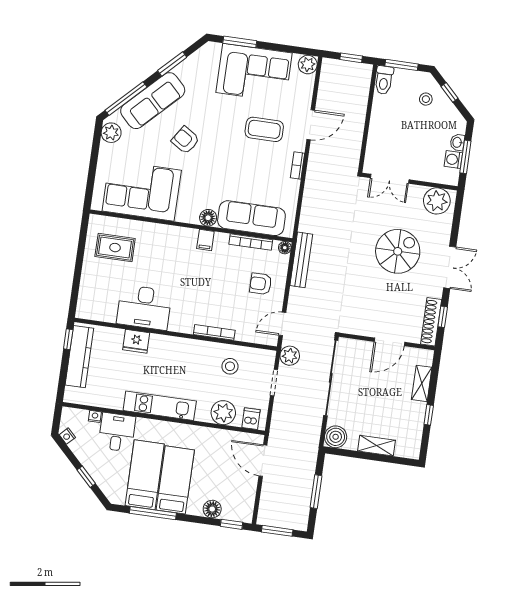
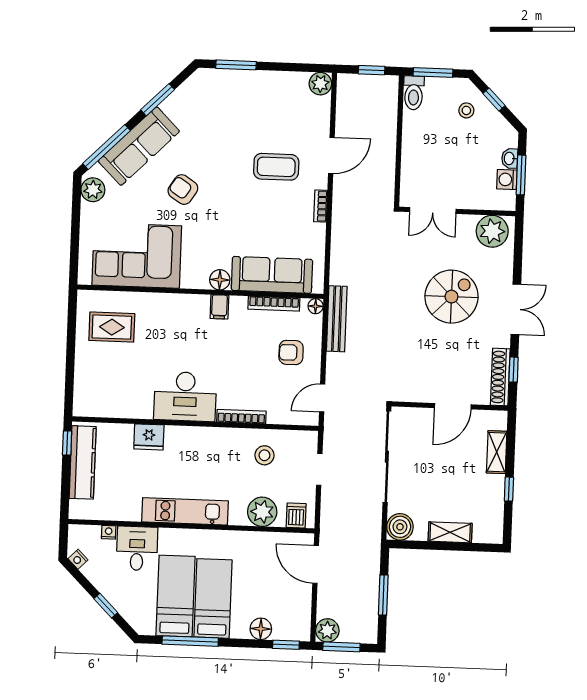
corner sofa: (254, 73) -> (257, 100), removed
desk: (144, 307) -> (185, 396), moved
plant: (290, 356) -> (327, 630), moved

